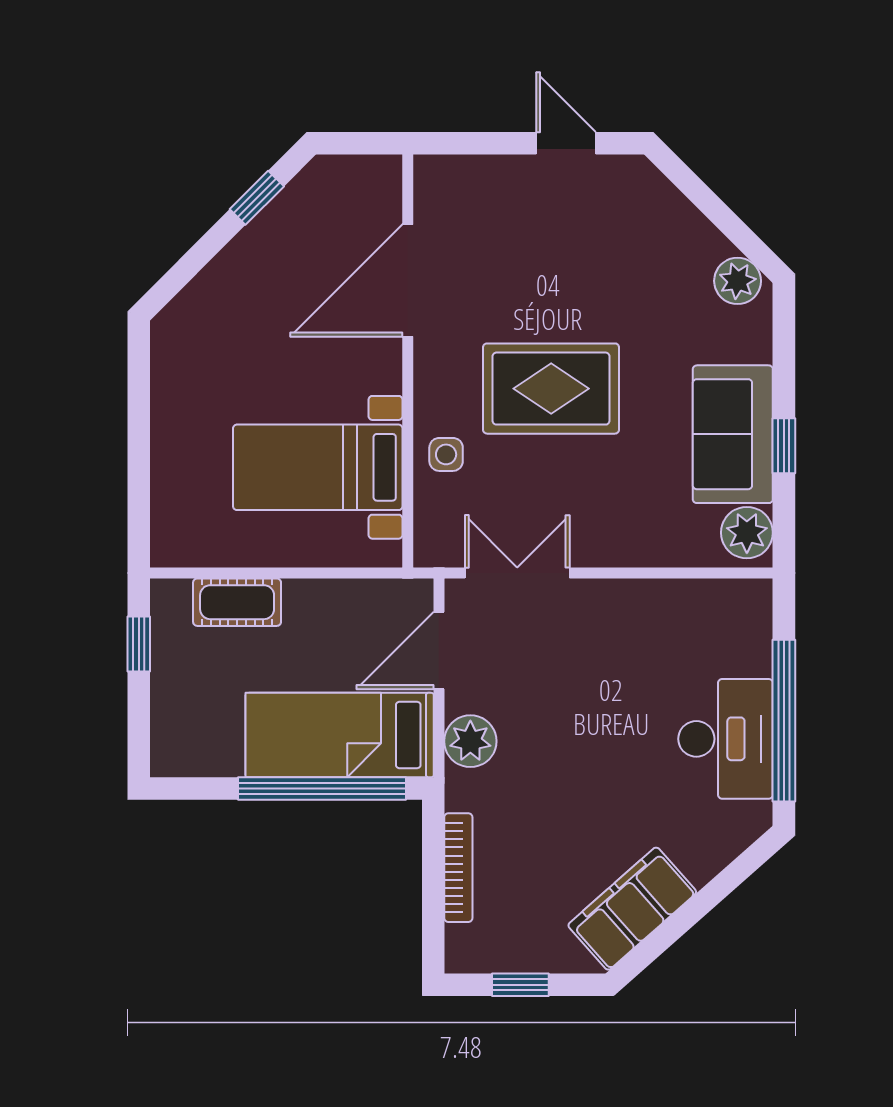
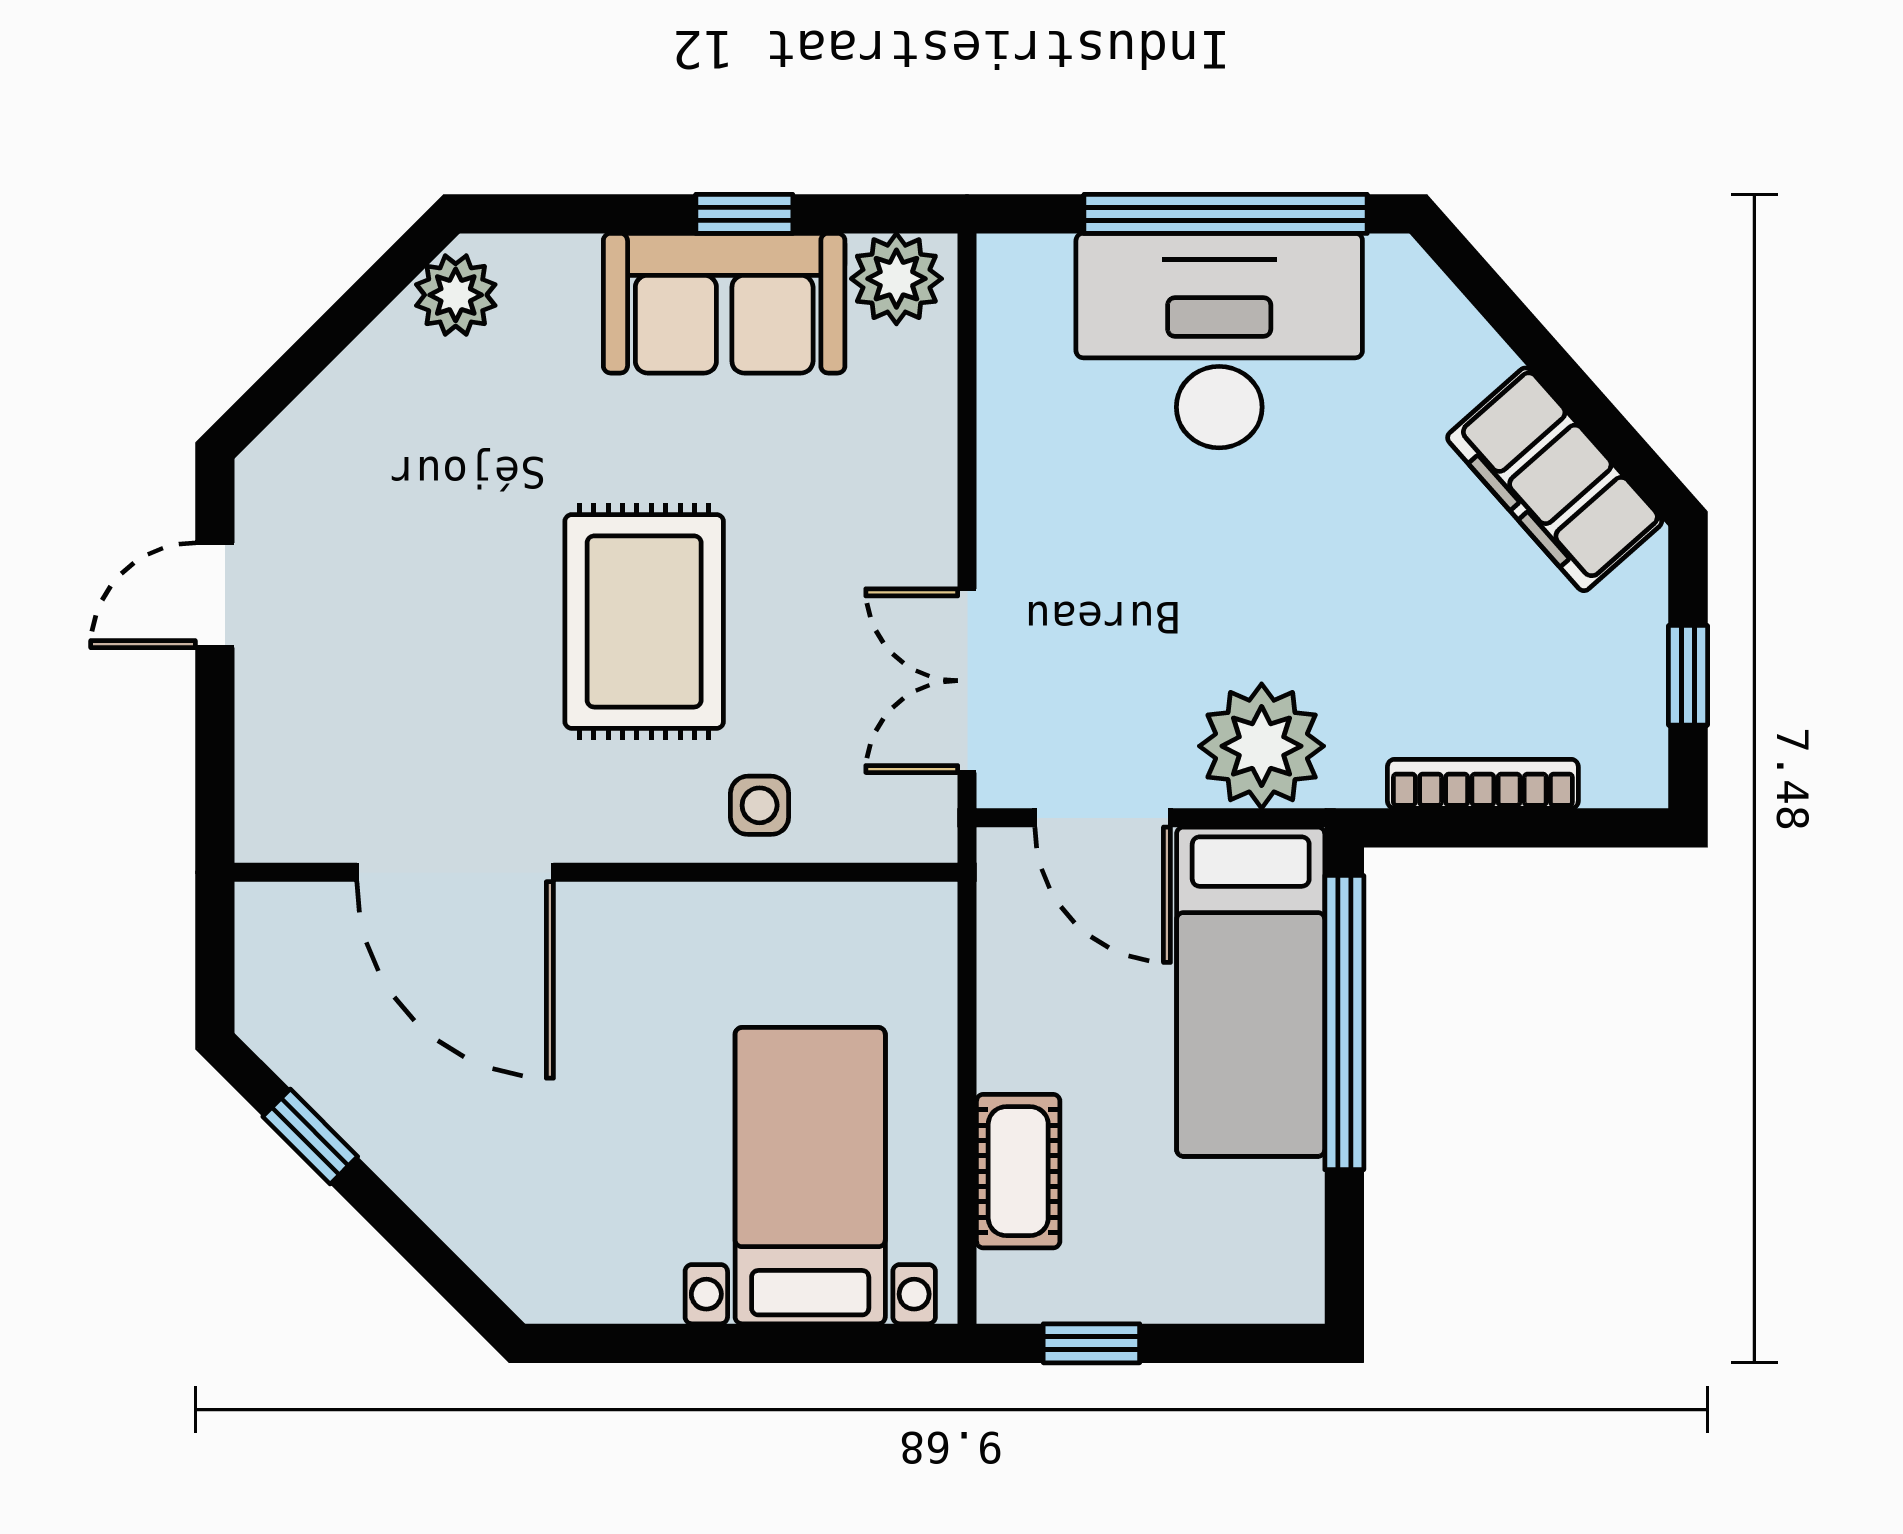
bed with nightstands: (318, 467) -> (810, 1176), moved, turned 180
desk: (726, 739) -> (1219, 341), width x1.36, depth x1.30
plant: (470, 741) -> (1262, 746), width x1.36, depth x1.36

